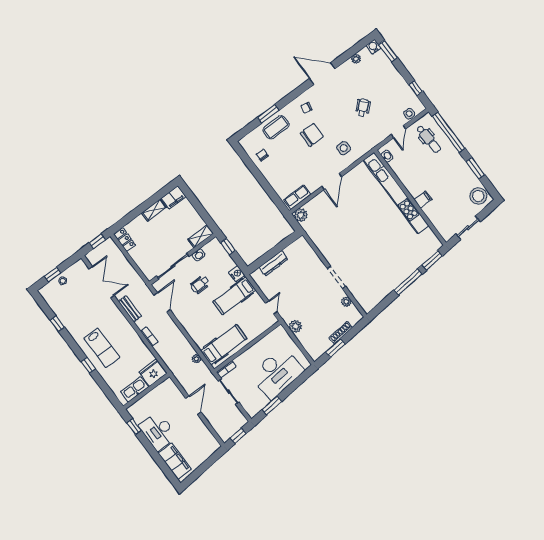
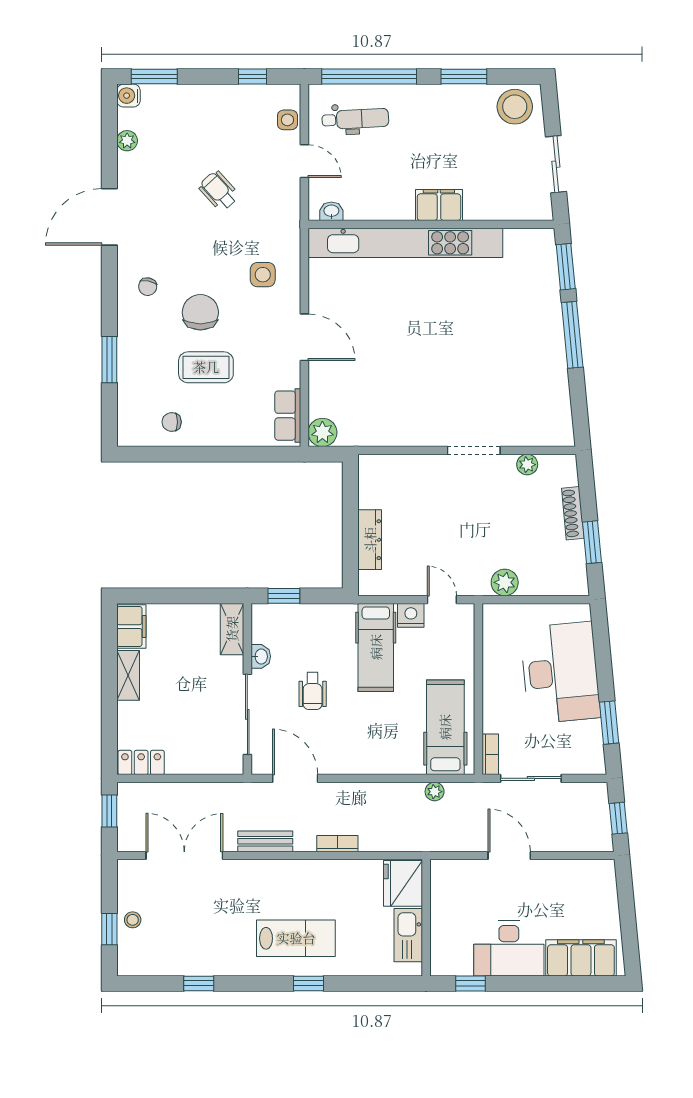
coffee table: (276, 127) -> (206, 367), moved, turned 90
filing cabinet: (423, 199) -> (439, 205), width x2.00
nightstand: (237, 274) -> (411, 615), moved

